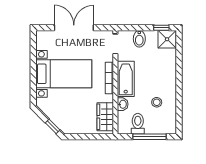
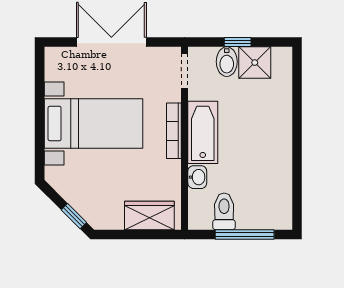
window: (161, 28) -> (238, 42), moved
shower: (167, 39) -> (255, 63), moved
stool: (157, 102) -> (257, 174), removed
wardrobe: (105, 117) -> (149, 215), moved, turned 90

